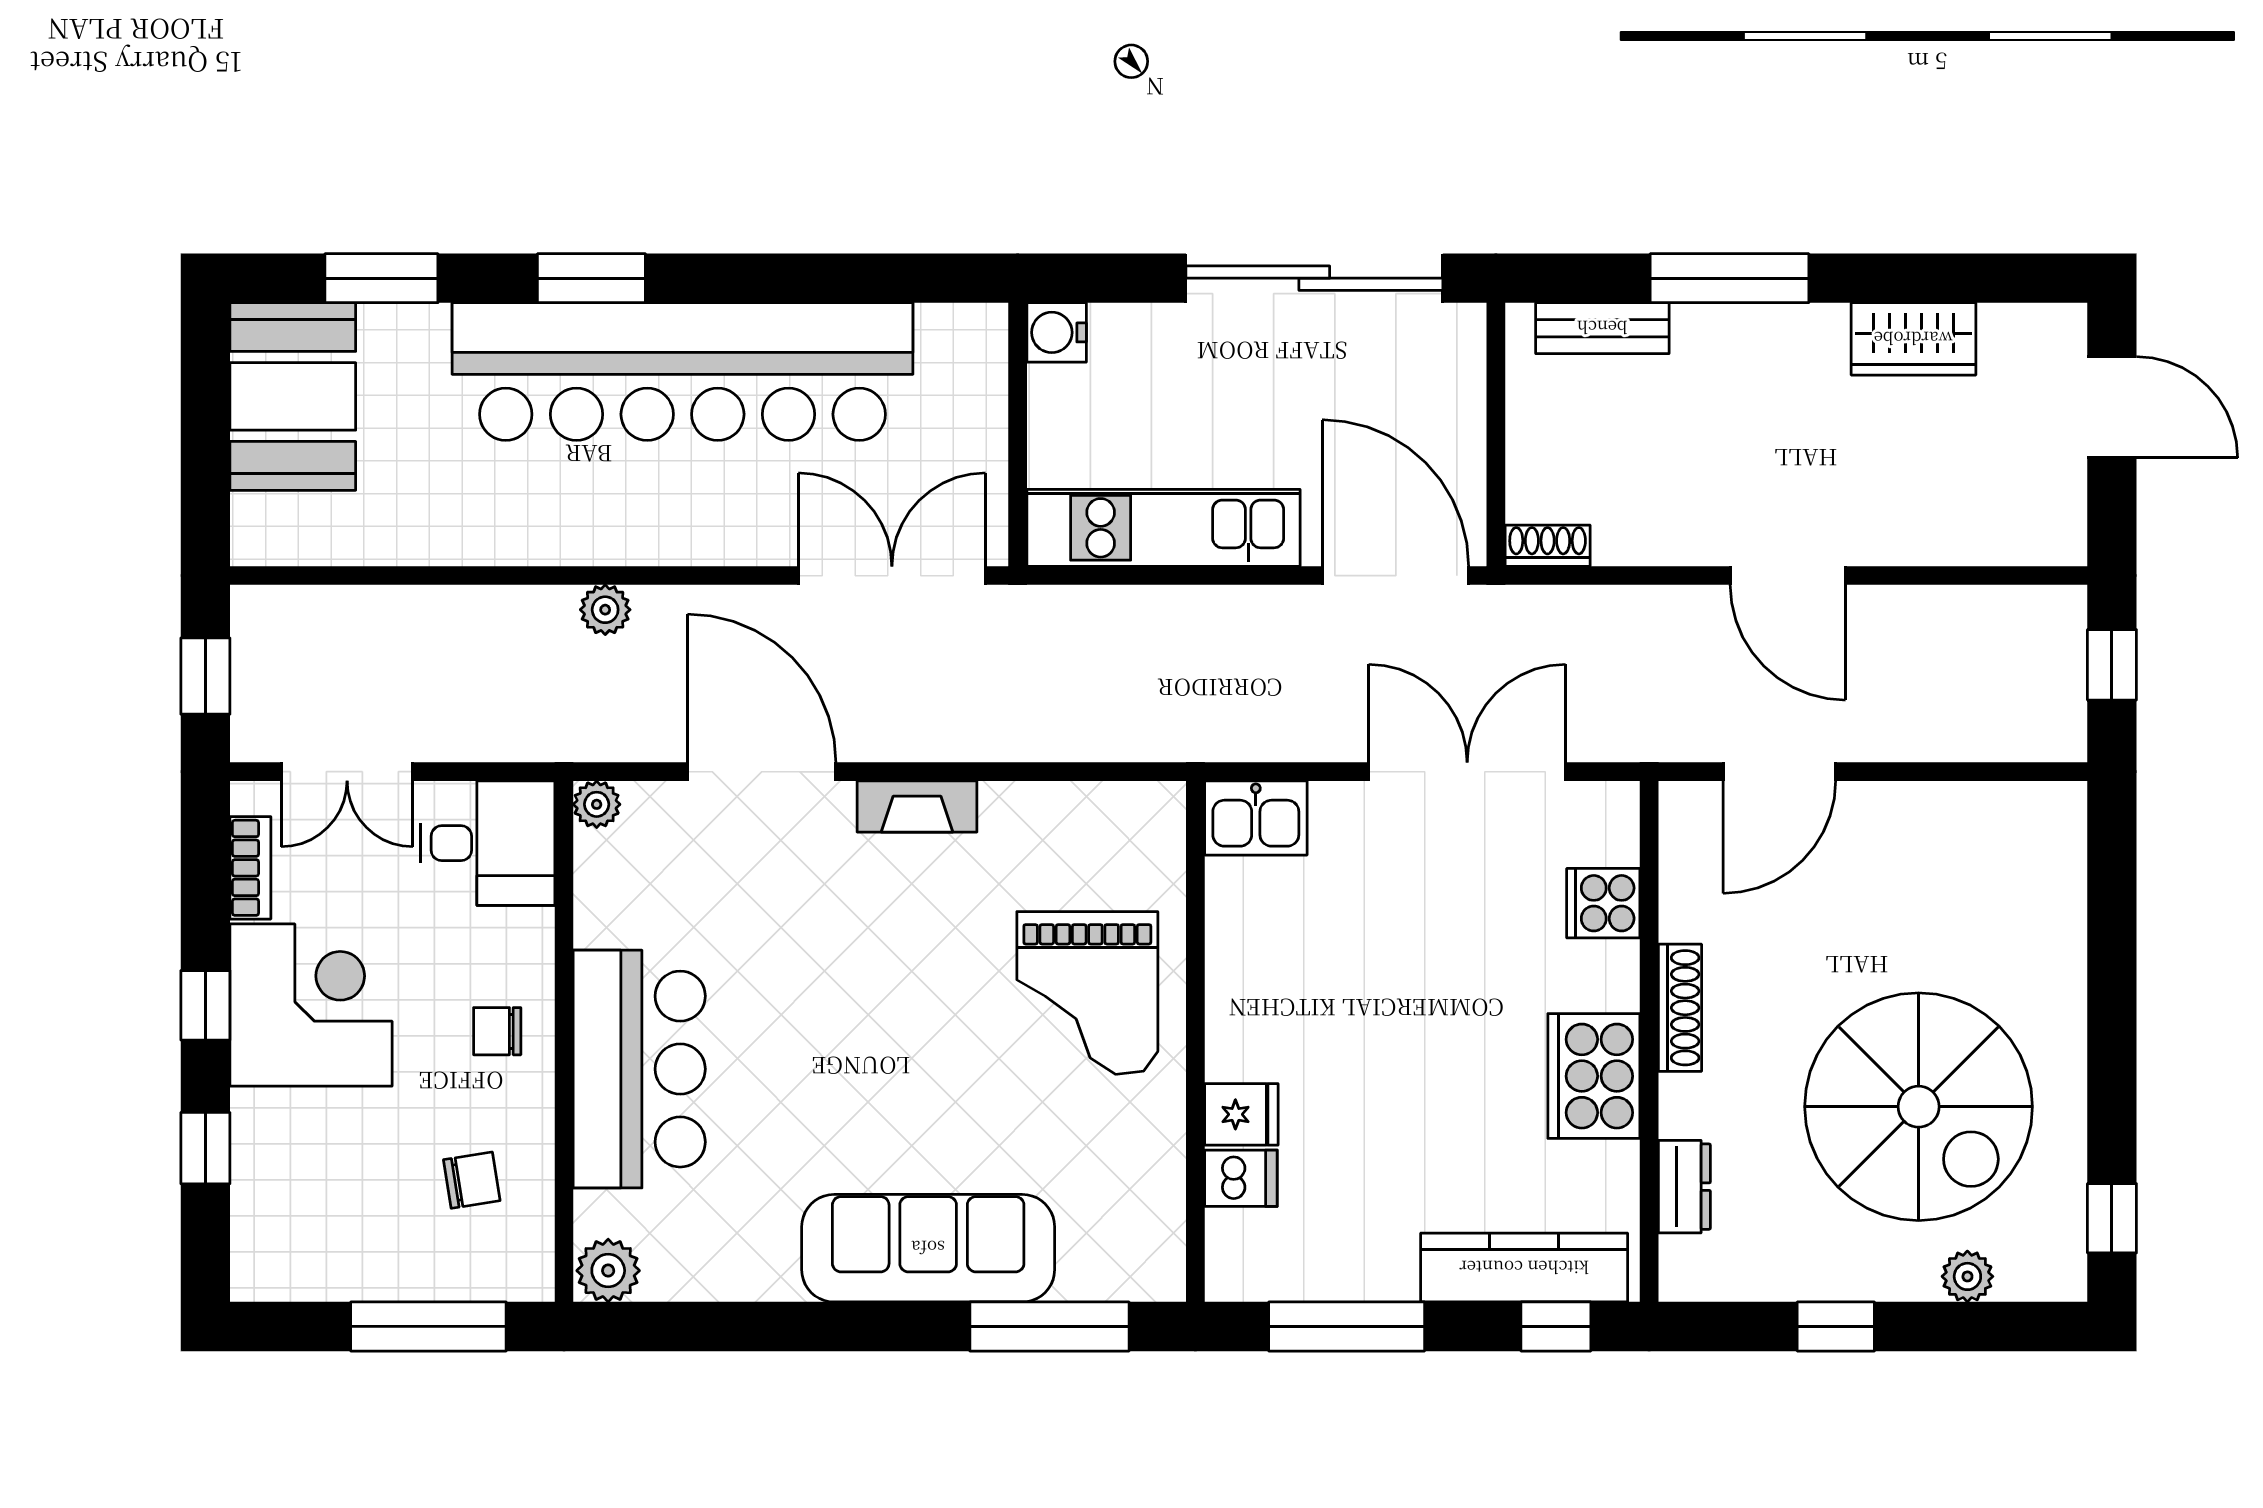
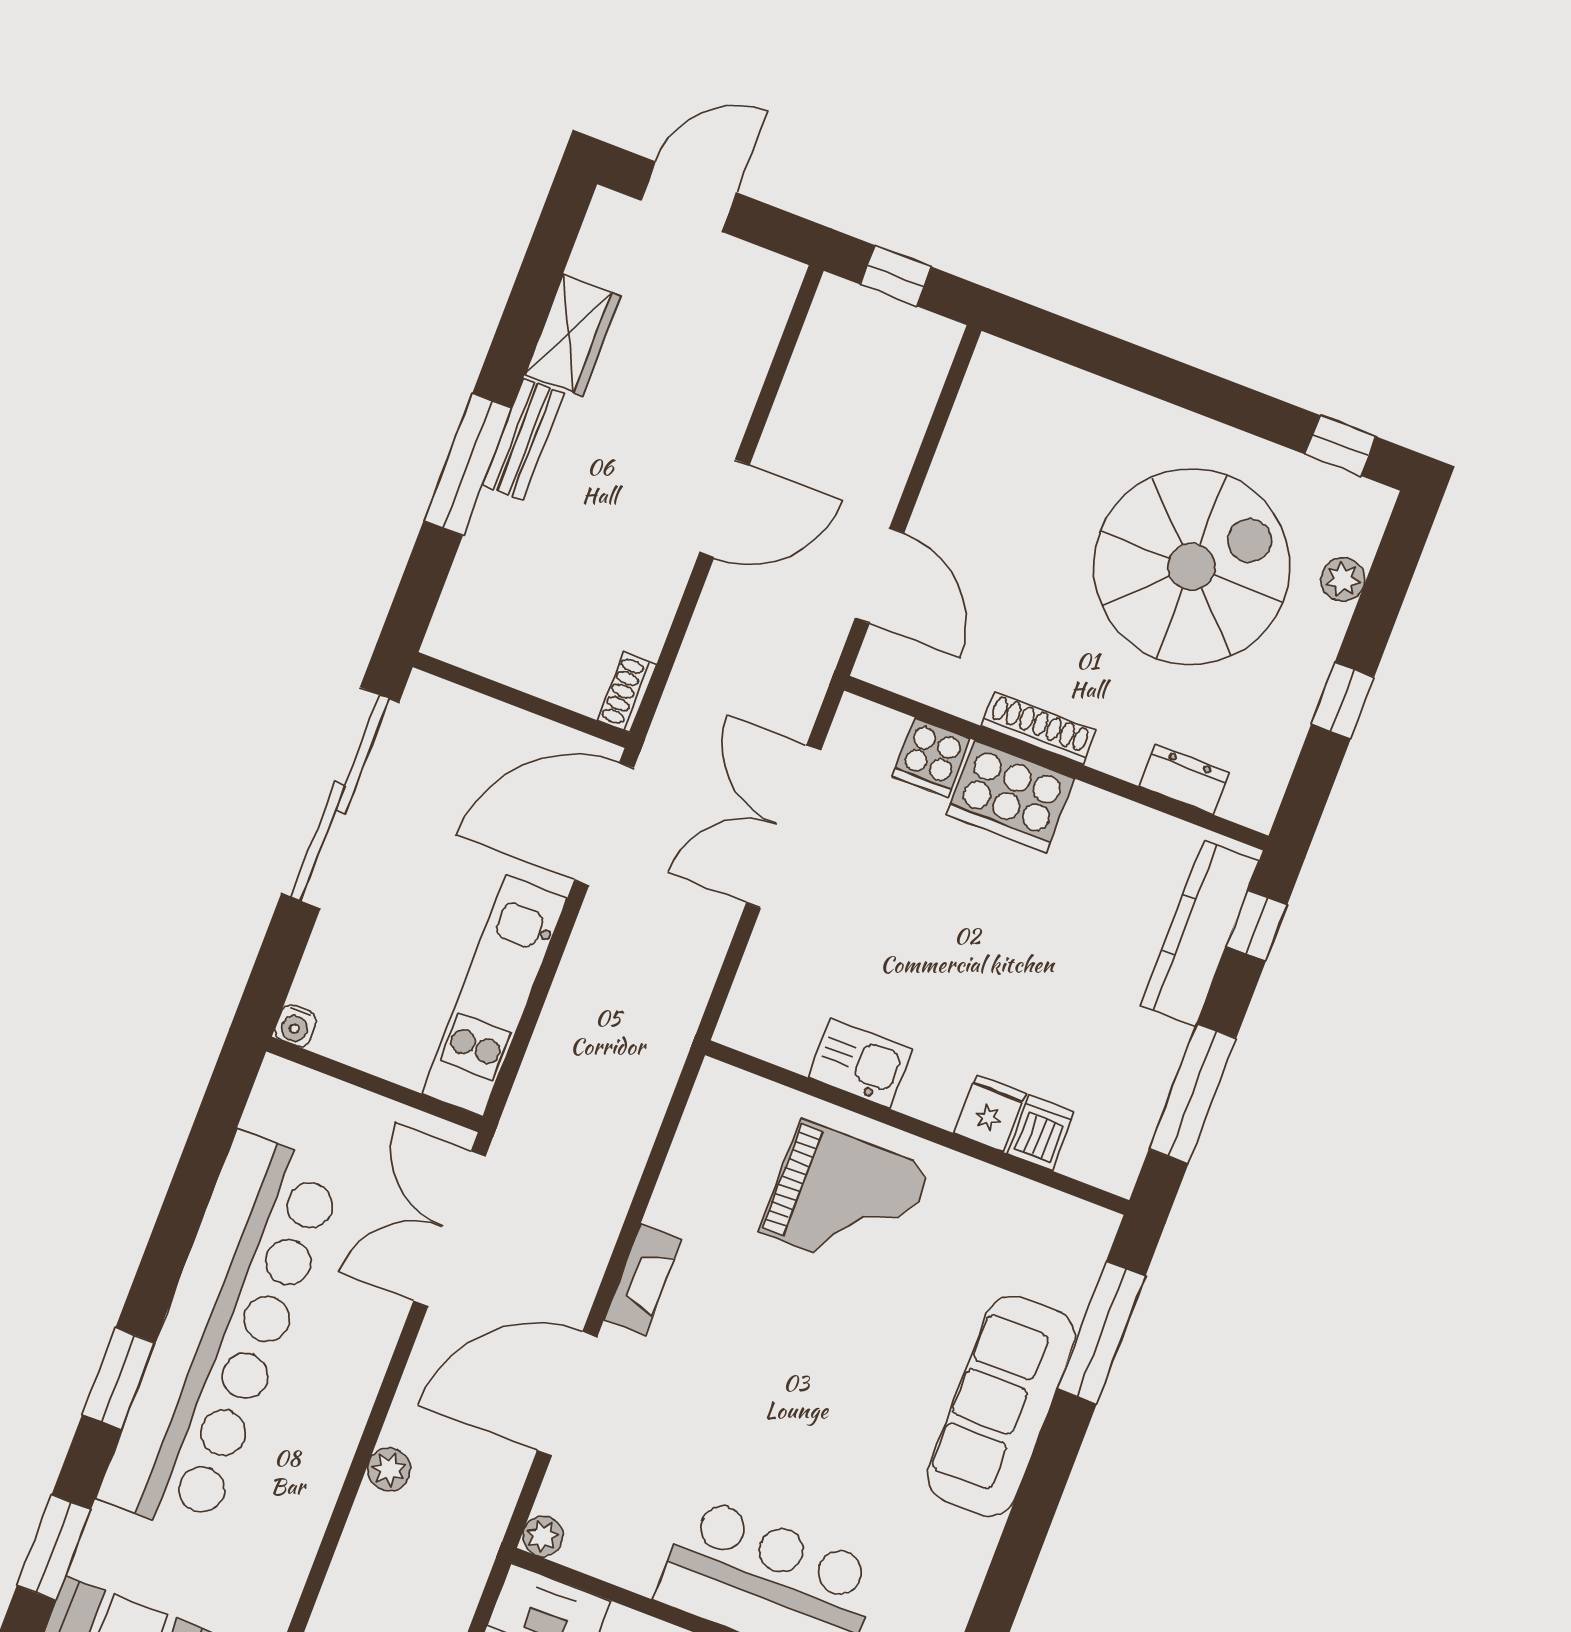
bench: (1602, 328) -> (523, 439), moved
water cooler: (1057, 332) -> (296, 1026), width x0.72, depth x0.72
kitchen sink: (1256, 818) -> (860, 1063), moved, turned -90
cooker: (1594, 1076) -> (1010, 796), moved

